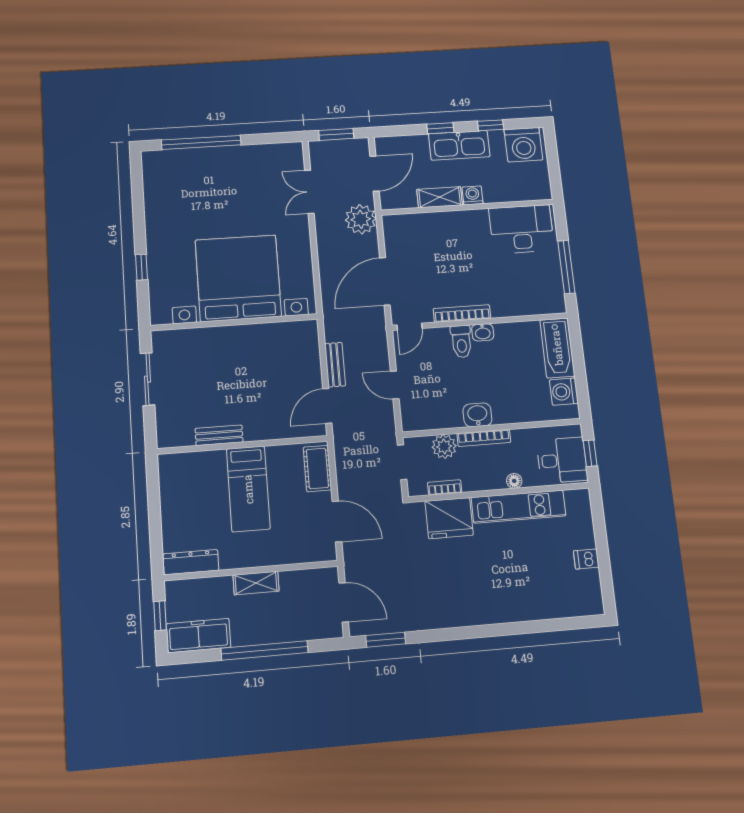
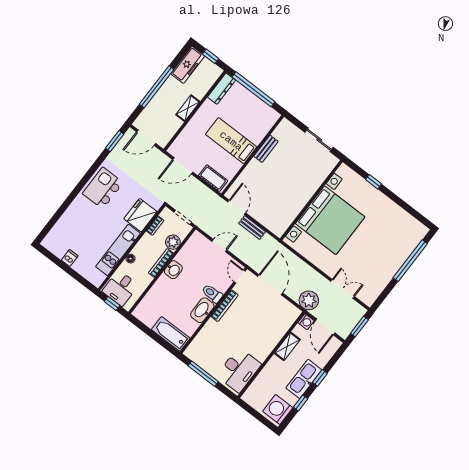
washing machine: (472, 195) -> (306, 322), moved
washbasin: (483, 332) -> (202, 310), width x1.91, depth x1.45
washing machine: (564, 392) -> (149, 318), removed
window: (155, 520) -> (254, 89), added
kitchen island: (460, 599) -> (103, 188), added

